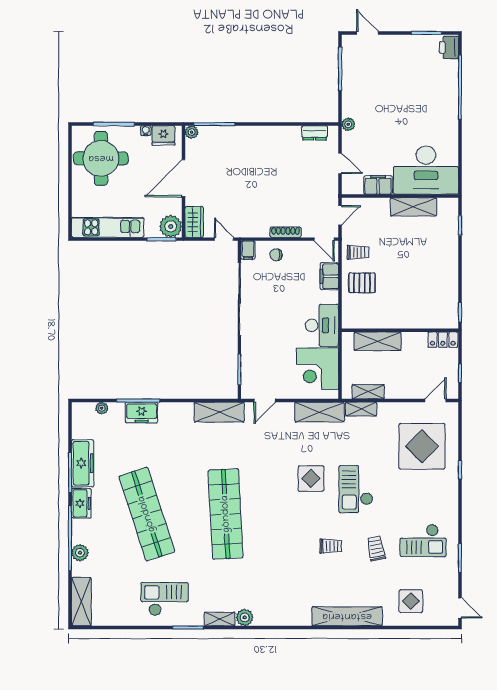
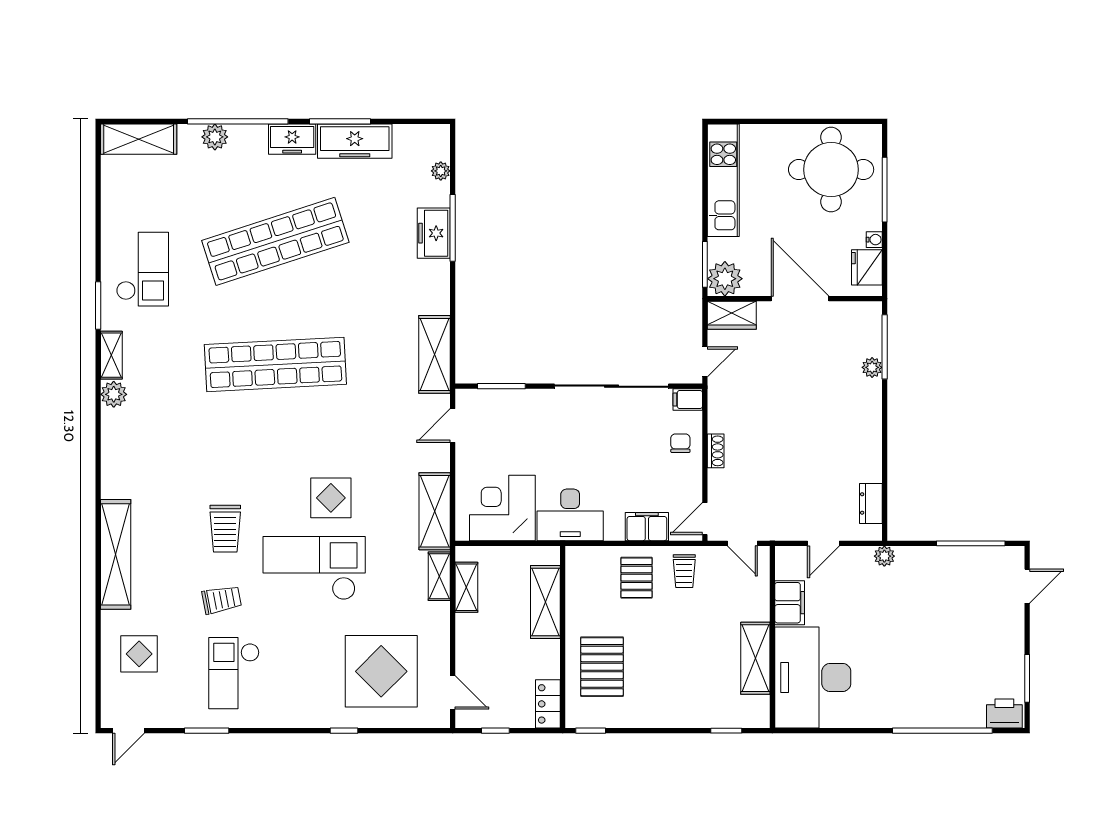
plant: (192, 132) -> (872, 367), moved
shoe rack: (286, 232) -> (716, 451), width x0.70
pallet: (419, 305) -> (602, 667), added
door: (265, 401) -> (453, 426), hinge flipped
checkout: (356, 489) -> (314, 568), width x1.36, depth x1.21
trolley: (331, 546) -> (225, 529), width x1.36, depth x1.39

